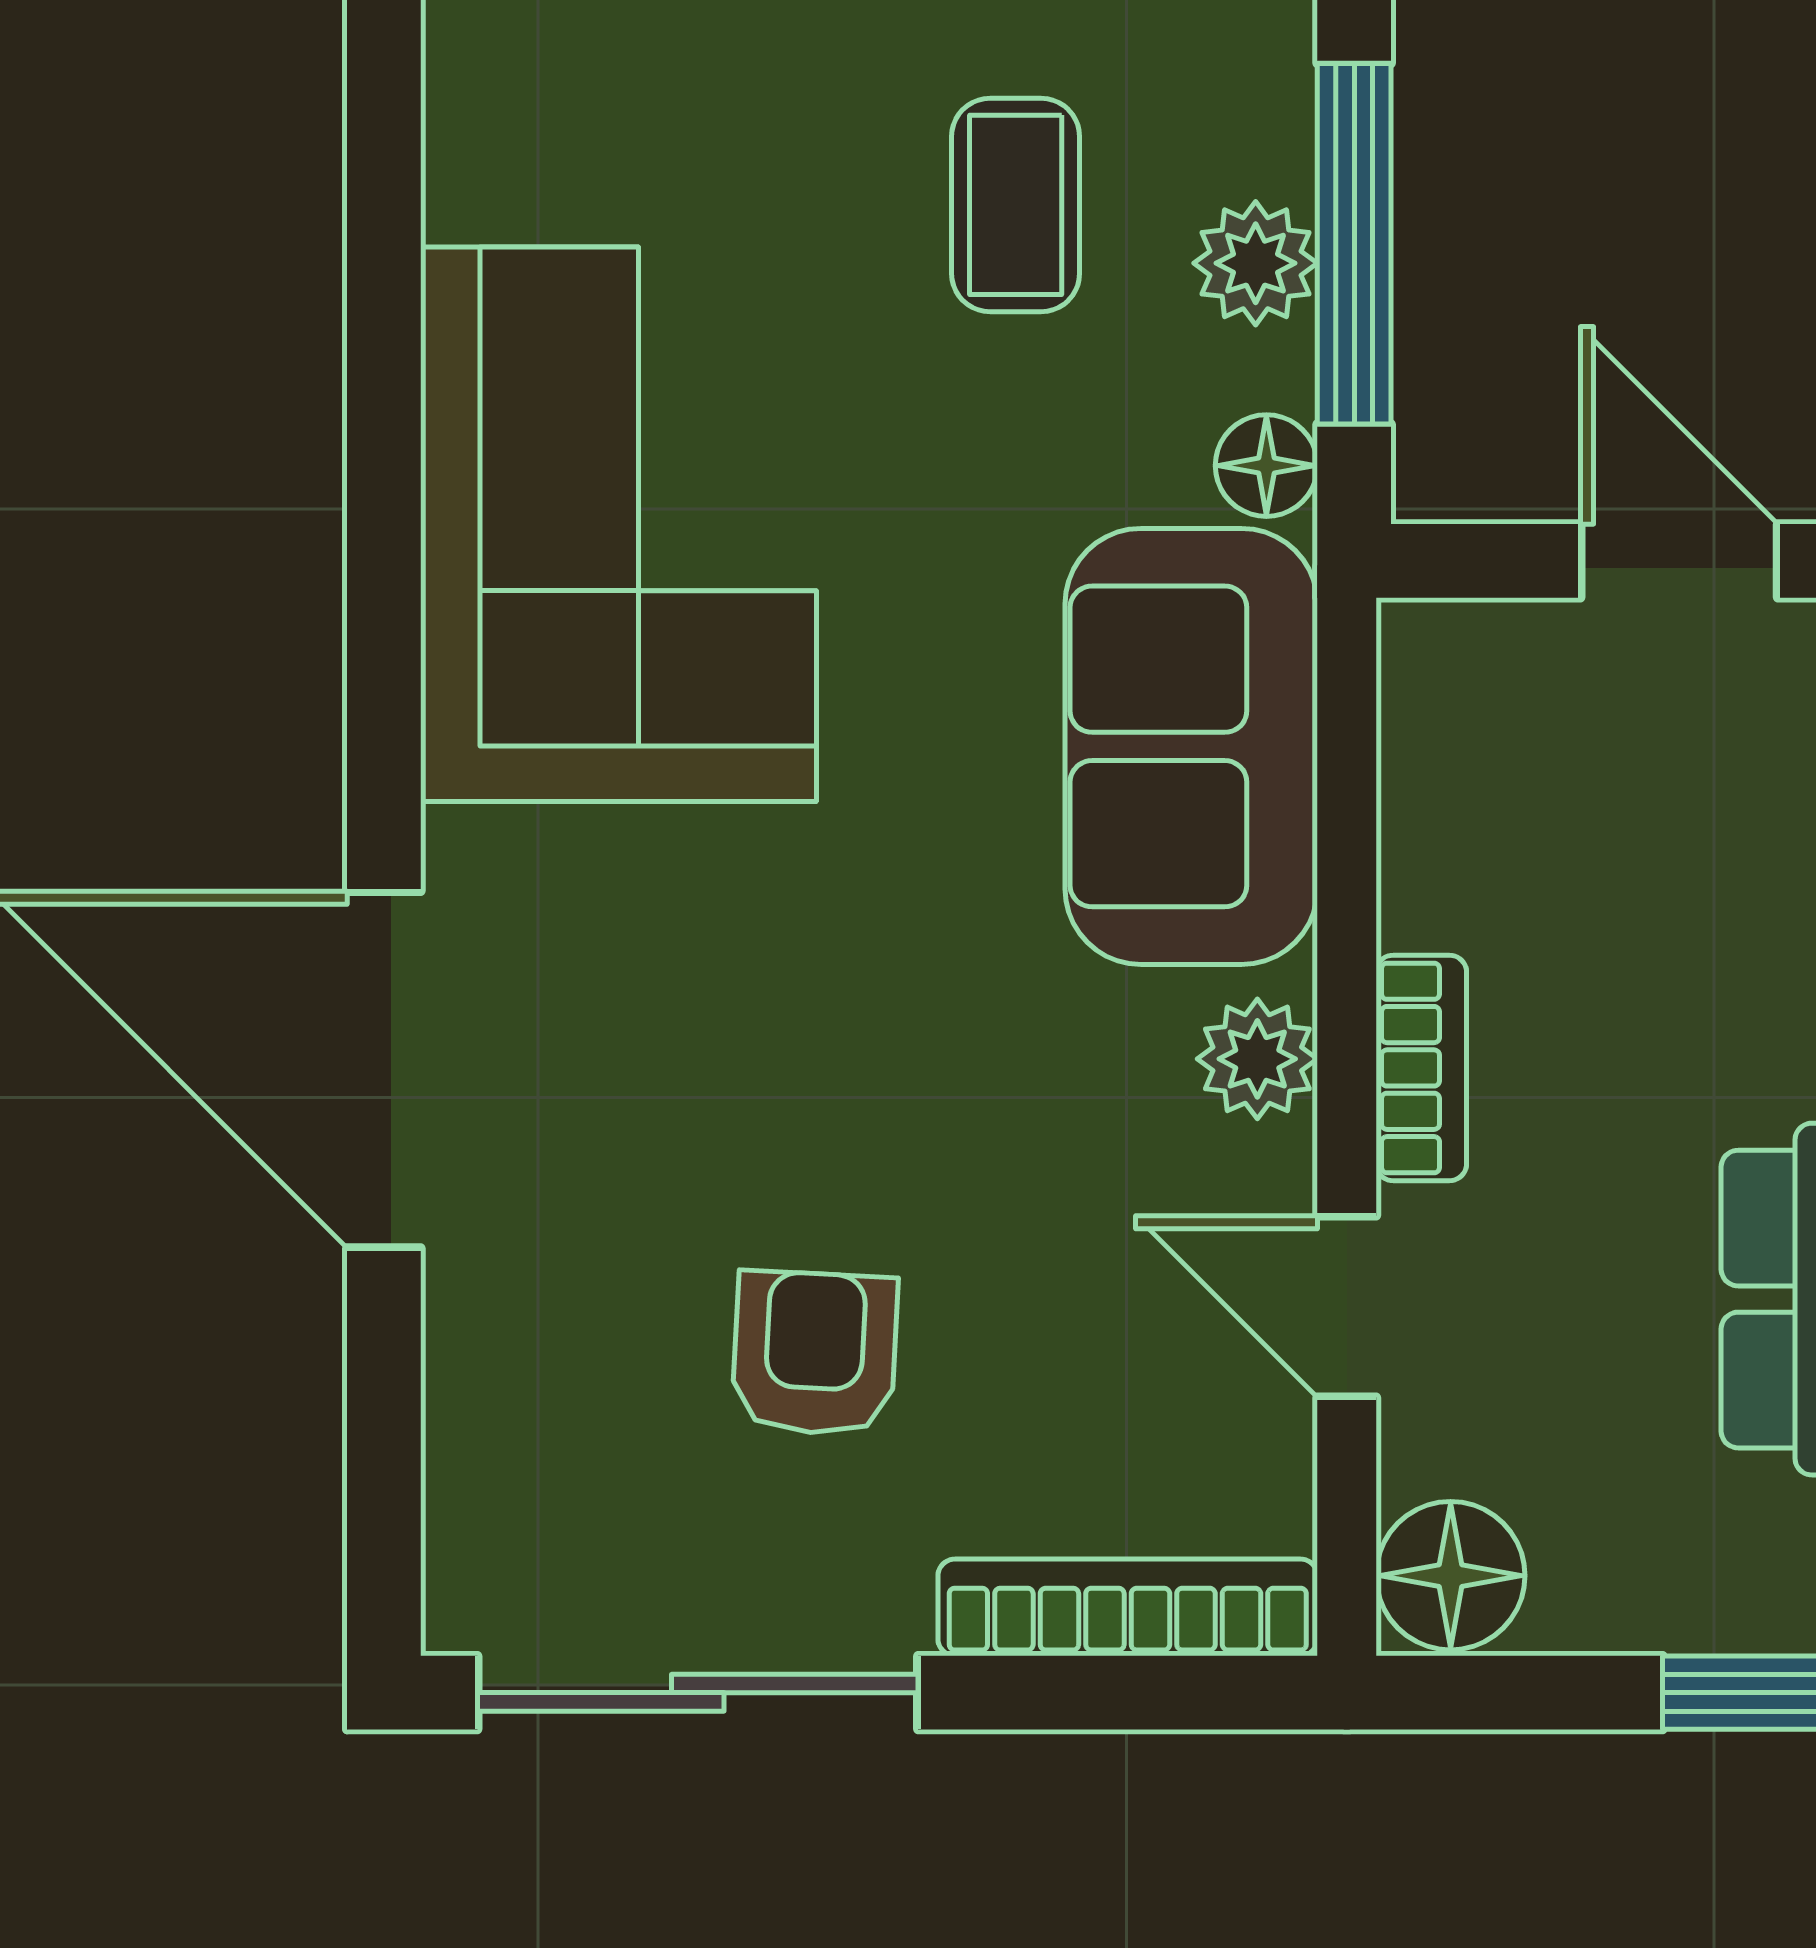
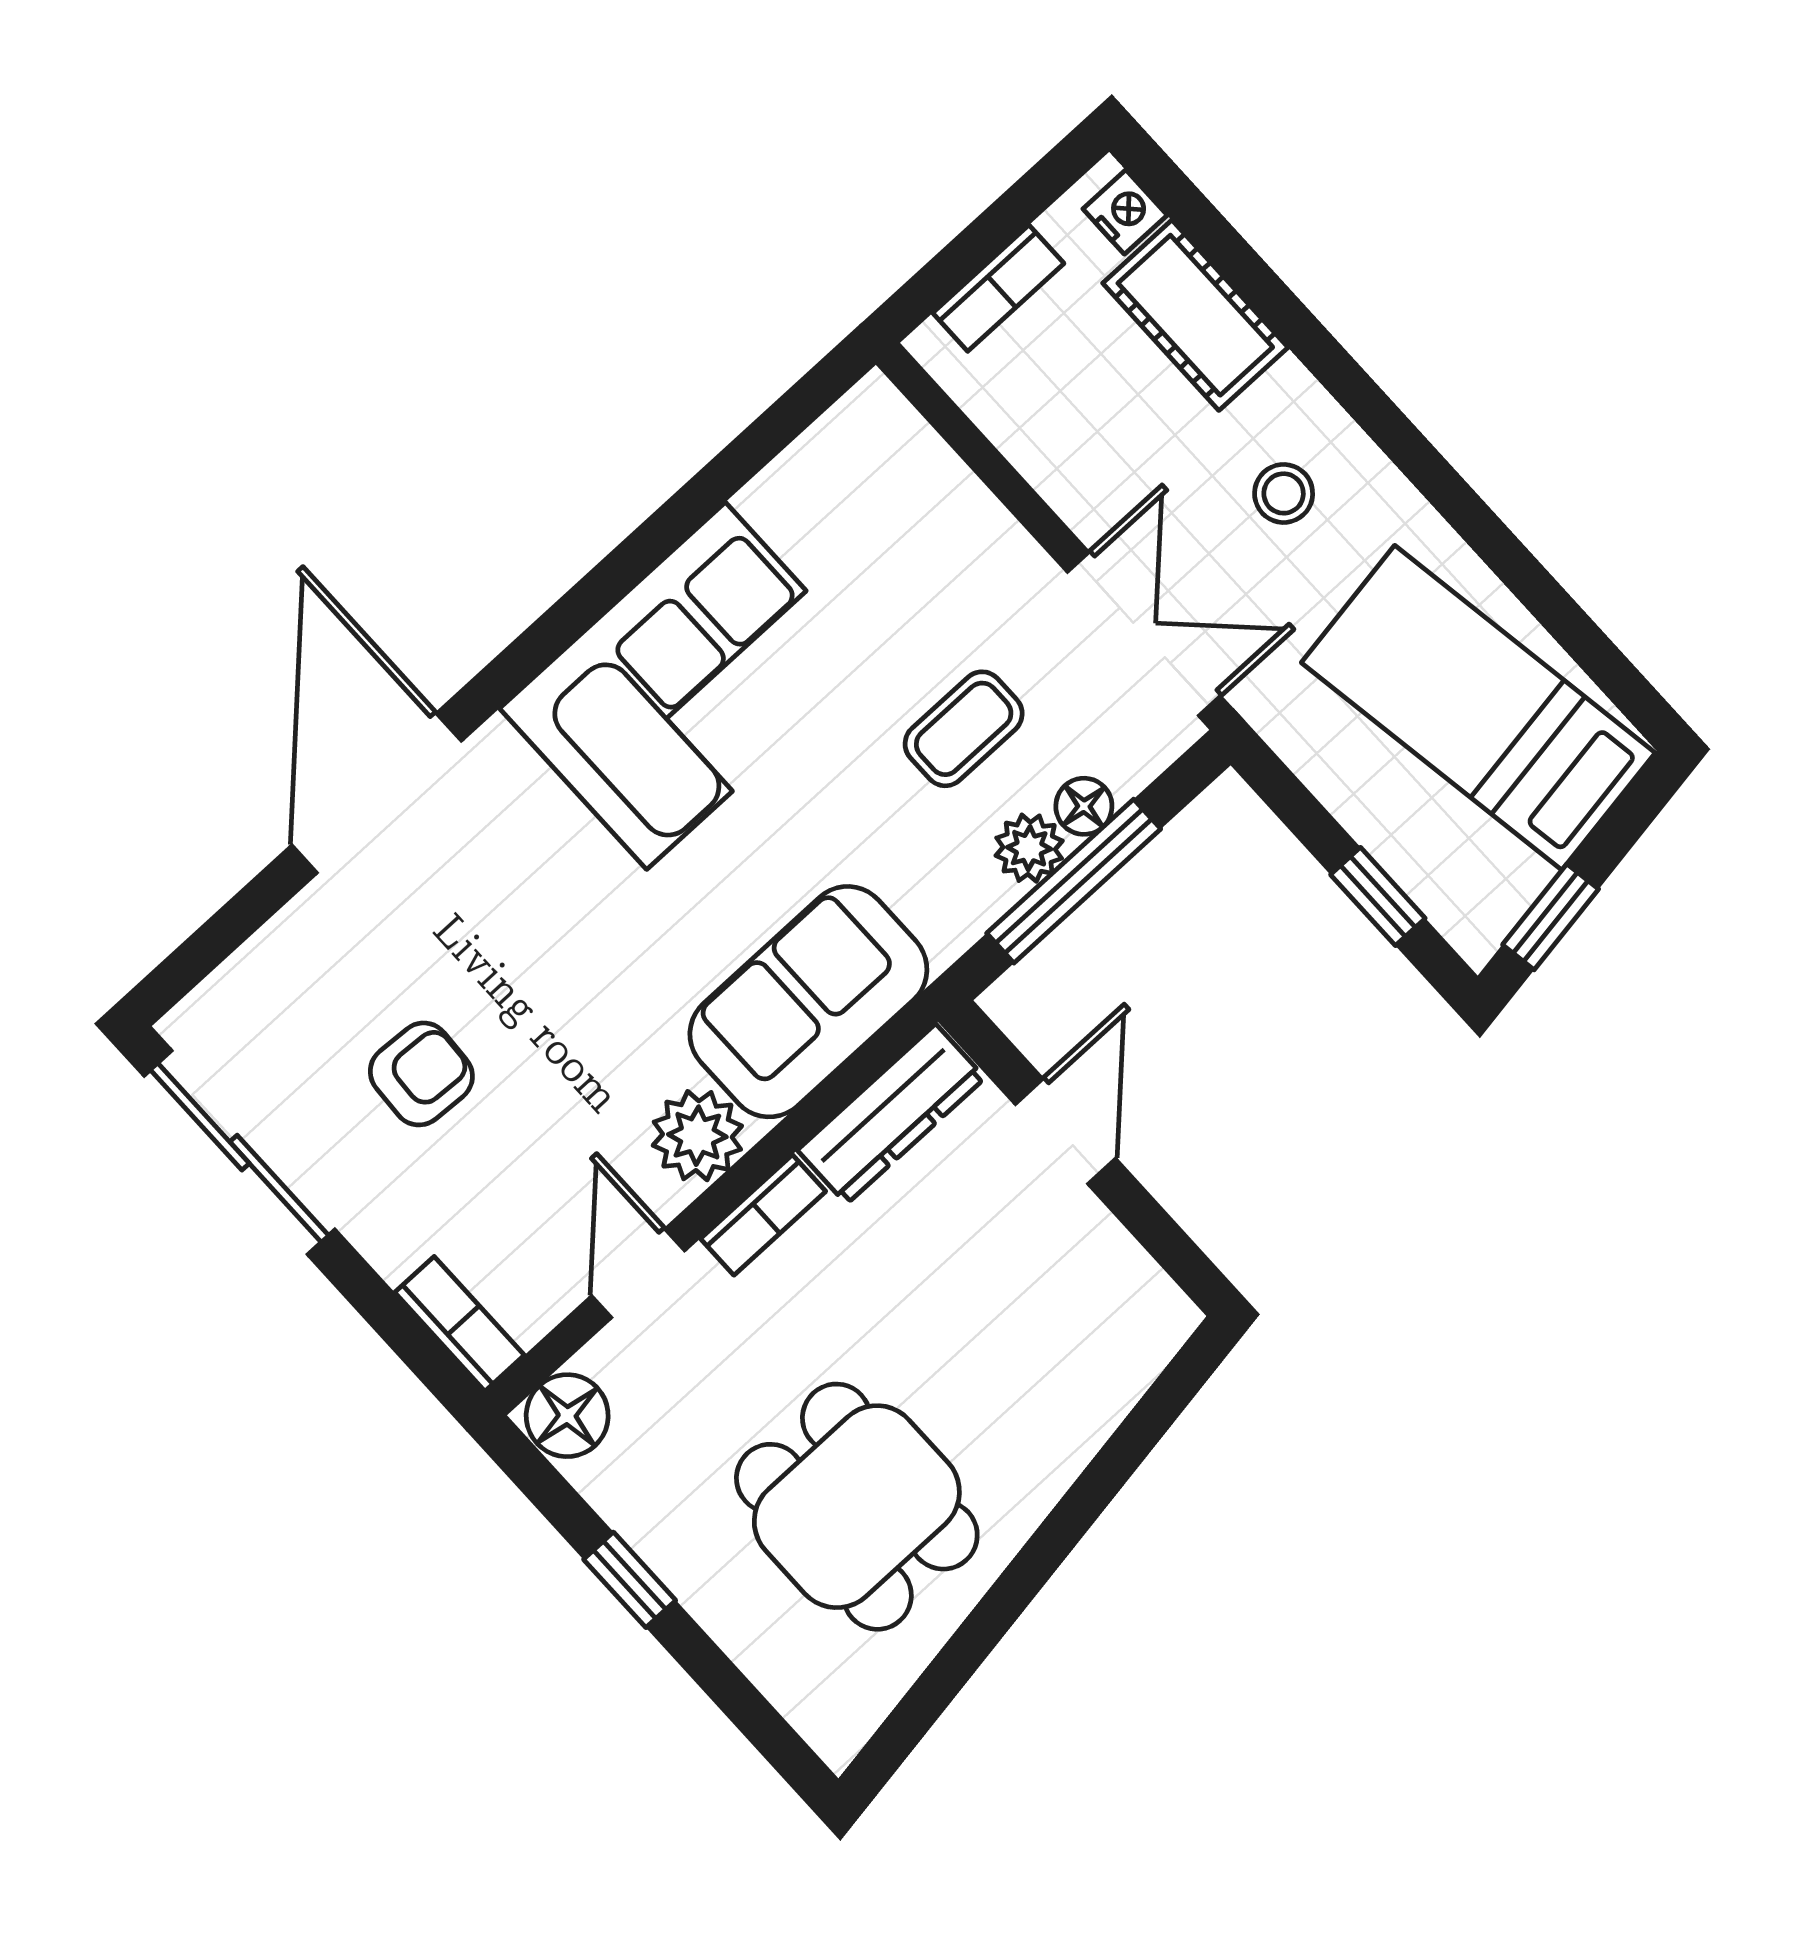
floor lamp: (1266, 466) -> (1084, 806), moved
dresser: (1443, 773) -> (891, 1114), added
plant: (1257, 1059) -> (697, 1136), width x1.38, depth x1.38
bookcase: (1128, 1607) -> (460, 1324), width x0.64

